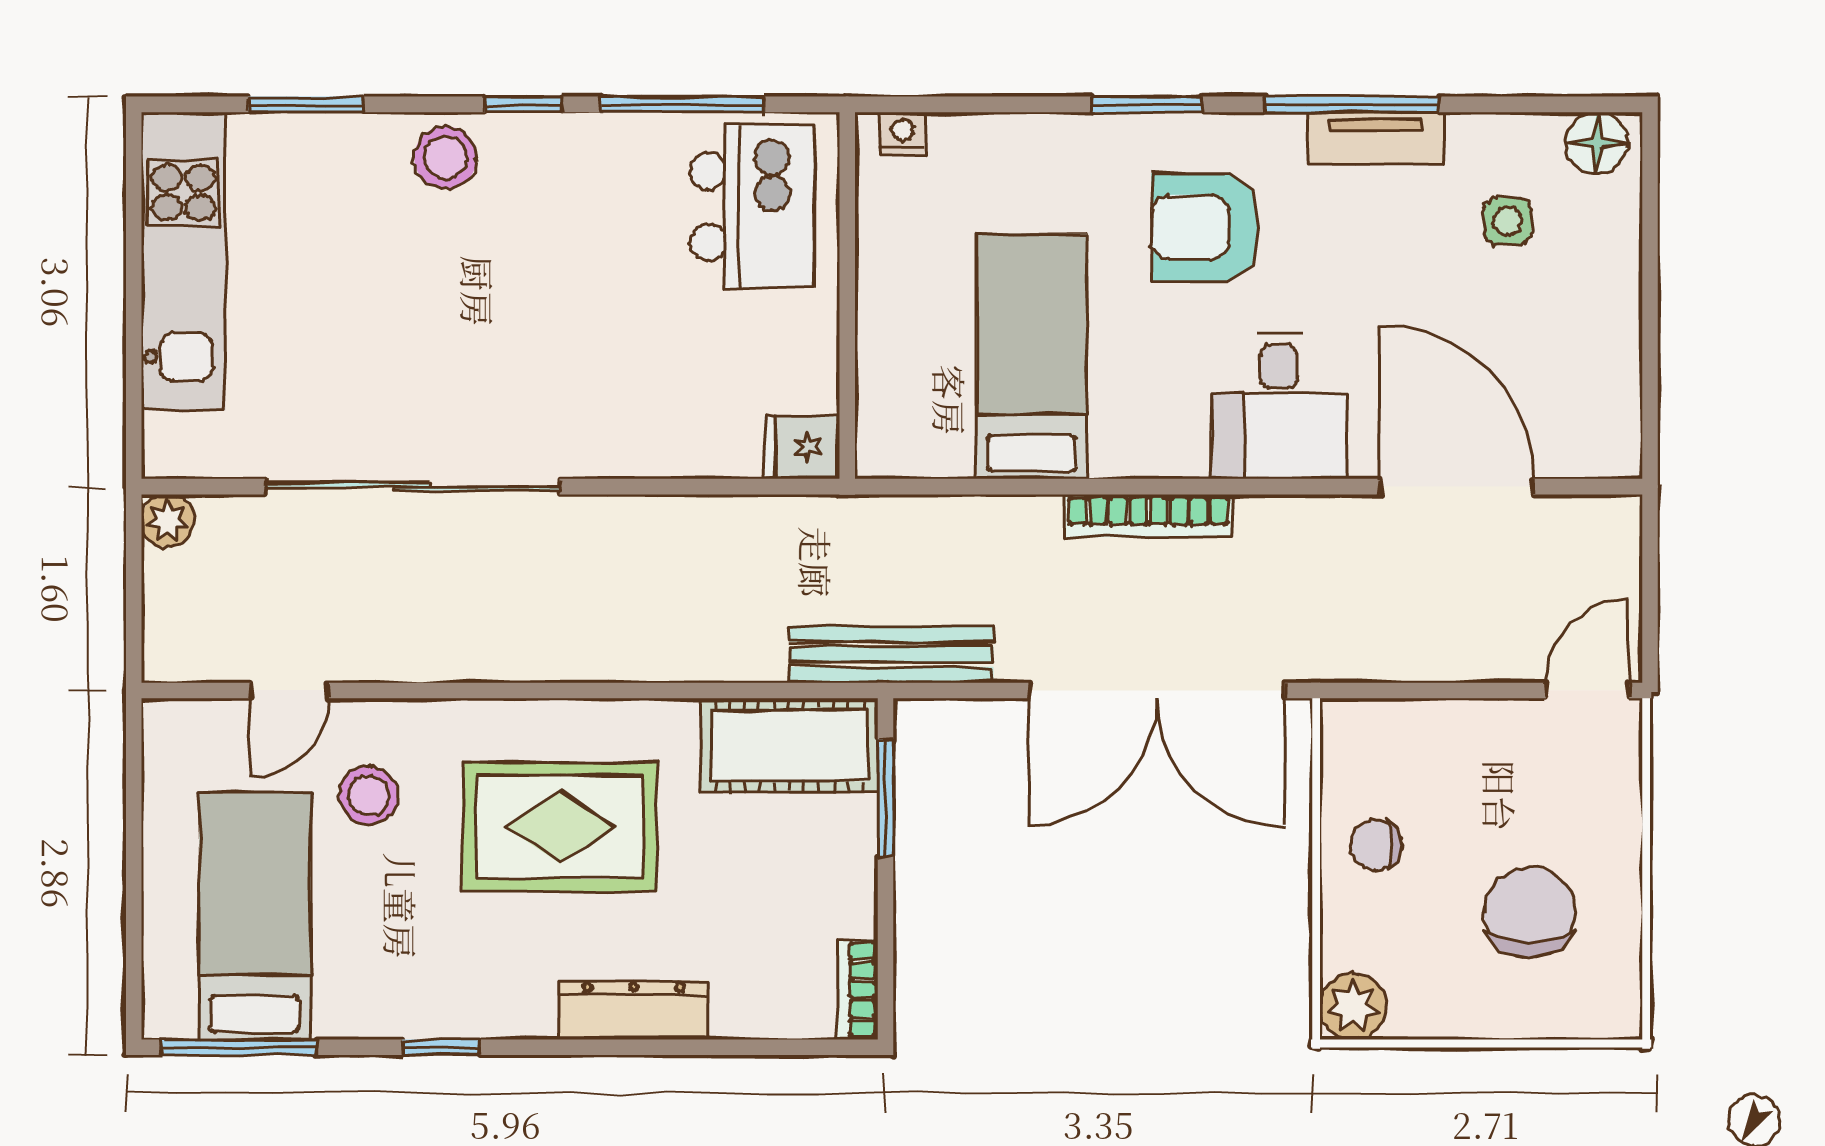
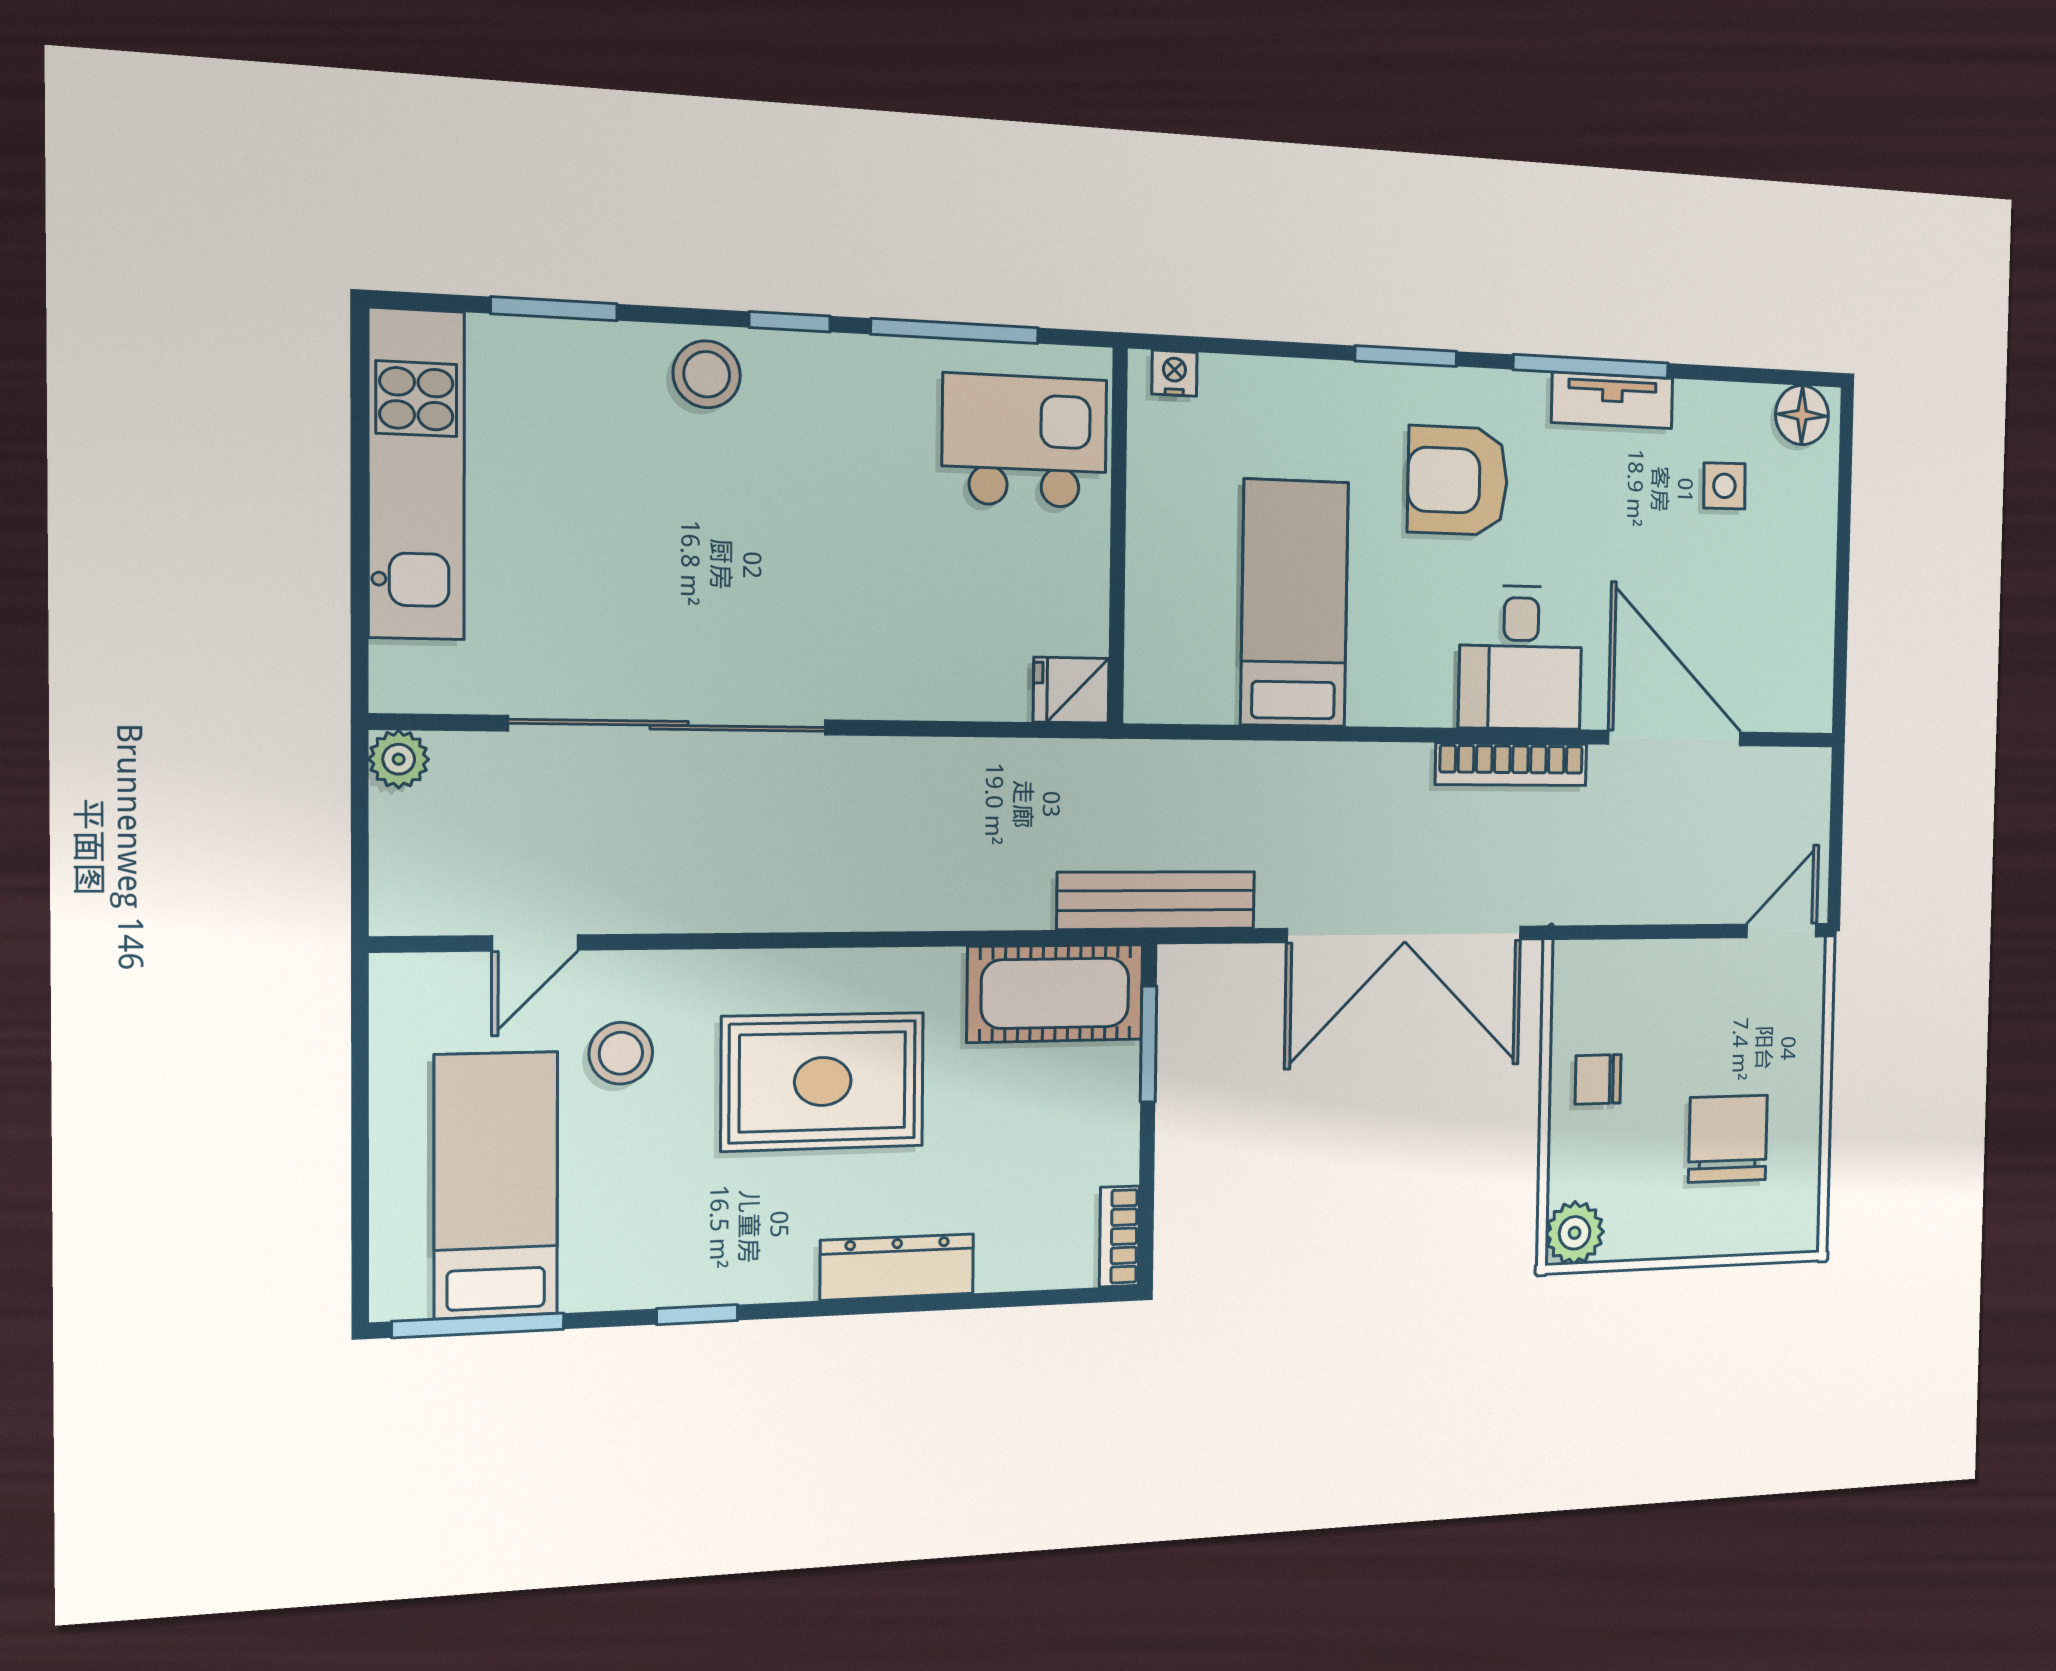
kitchen island: (752, 206) -> (1025, 441), turned -90
bookcase: (1148, 516) -> (1511, 764), moved

